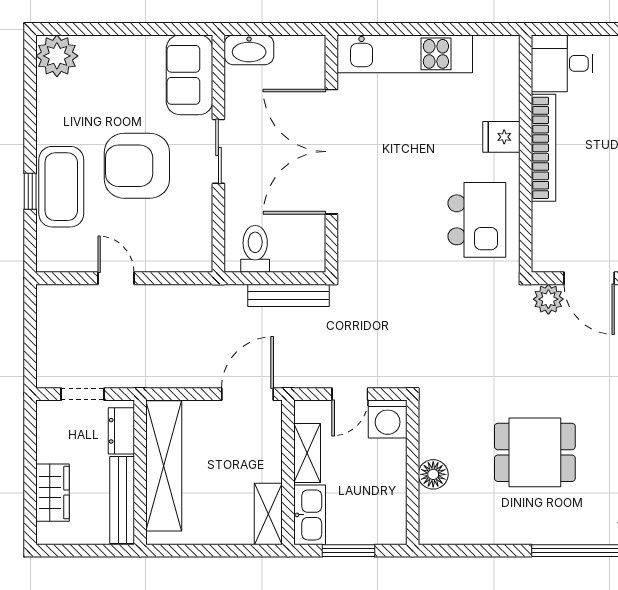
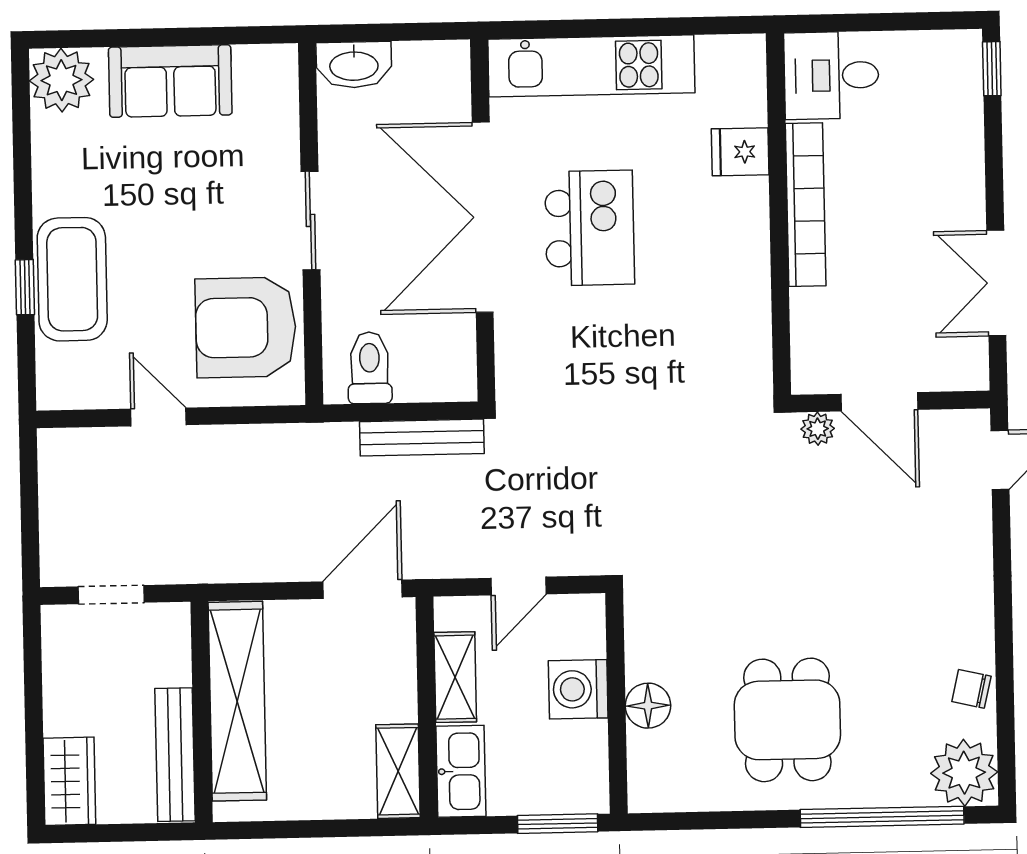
sofa: (189, 75) -> (170, 81), moved, turned -90
fridge: (501, 137) -> (740, 152), moved
armchair: (137, 166) -> (246, 327), moved
kitchen island: (477, 220) -> (590, 228), moved
plant: (548, 299) -> (818, 429), width x0.73, depth x0.73
washing machine: (388, 419) -> (578, 689), moved, turned 90
dresser: (121, 431) -> (172, 649), removed
dining table: (535, 452) -> (787, 720), moved, turned 90
wardrobe: (53, 493) -> (69, 781), moved
window: (349, 551) -> (558, 824), moved

